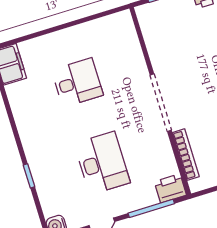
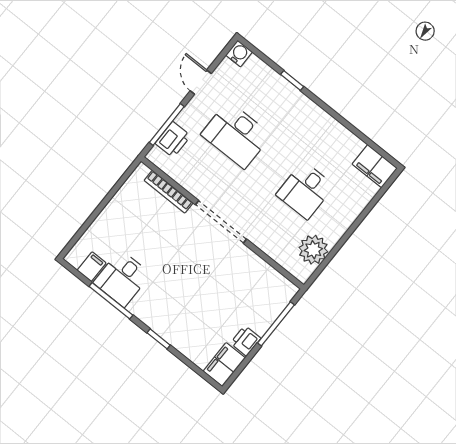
plant: (103, 31) -> (313, 250), added
printer: (170, 188) -> (173, 140), moved

